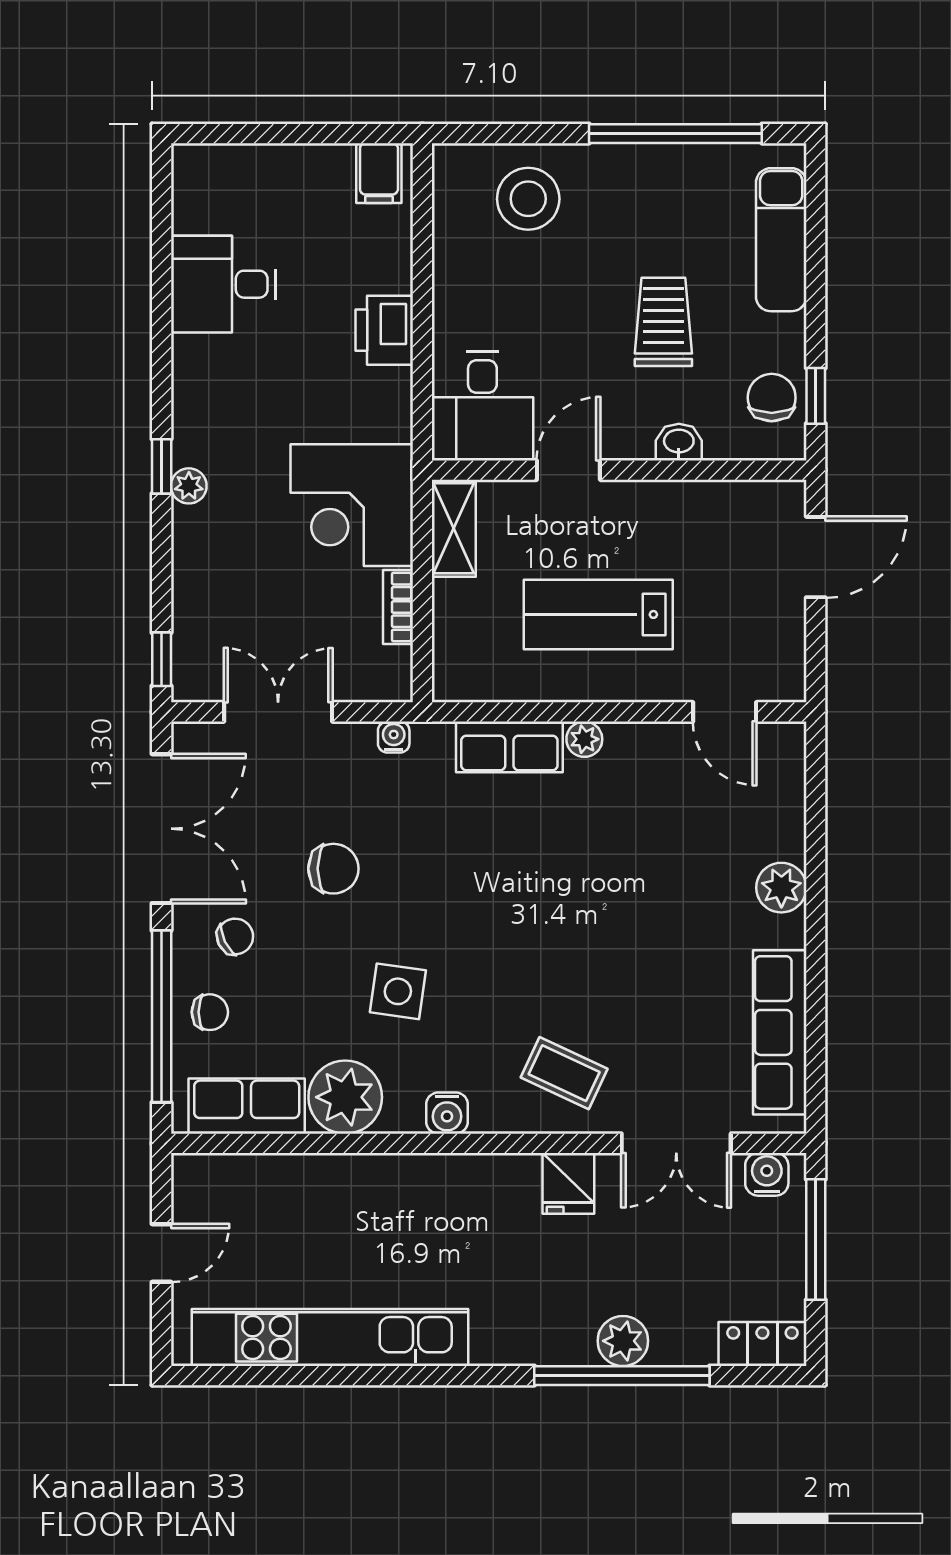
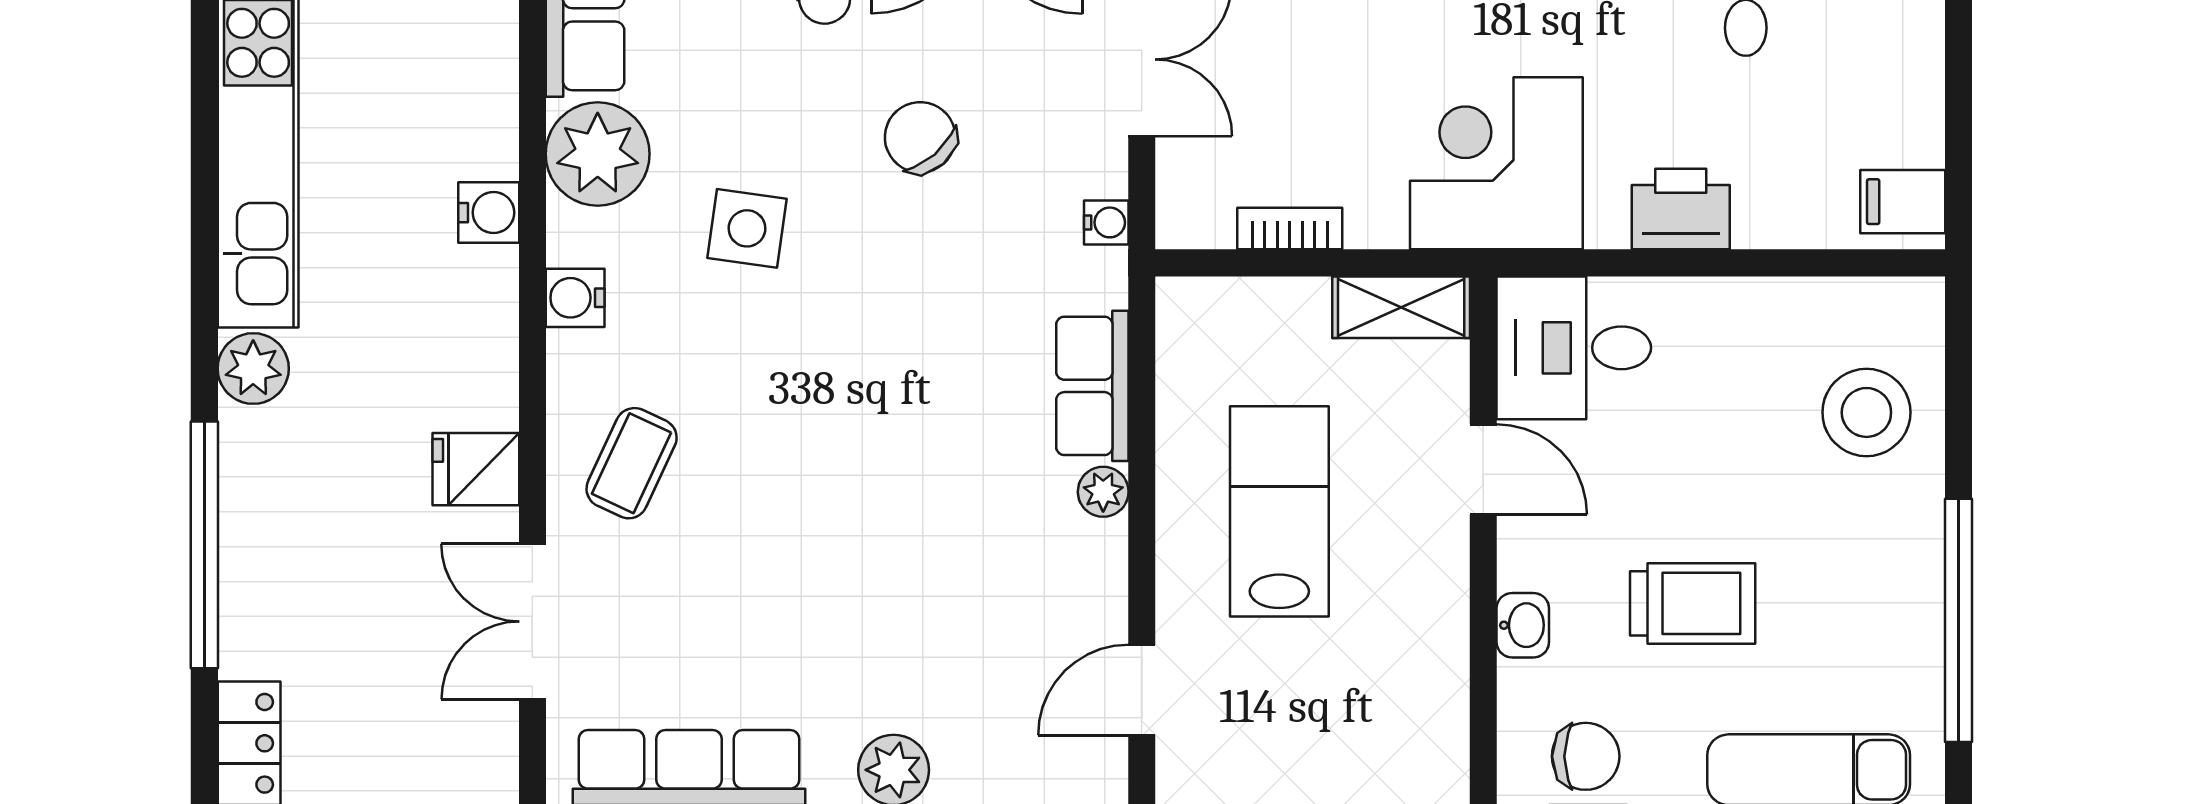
corner desk: (352, 505) -> (1496, 163), moved
chair: (333, 869) -> (920, 137), turned 139
water cooler: (767, 1174) -> (489, 213), moved
plant: (623, 1341) -> (253, 369), moved

